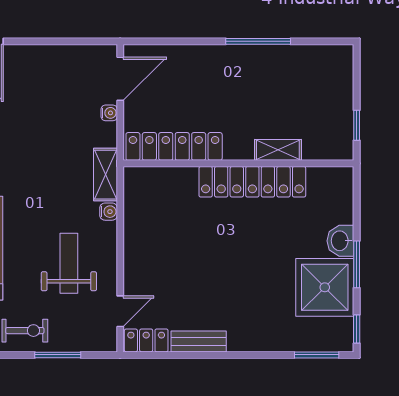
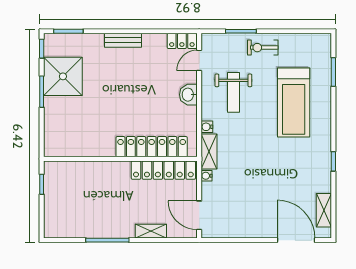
door: (120, 79) -> (199, 215), hinge flipped
water cooler: (109, 113) -> (207, 176), moved
shelving: (278, 150) -> (151, 231), moved
locker: (252, 182) -> (152, 147), moved
washbasin: (340, 241) -> (188, 95), moved, turned 180
bench: (199, 341) -> (123, 40), moved

